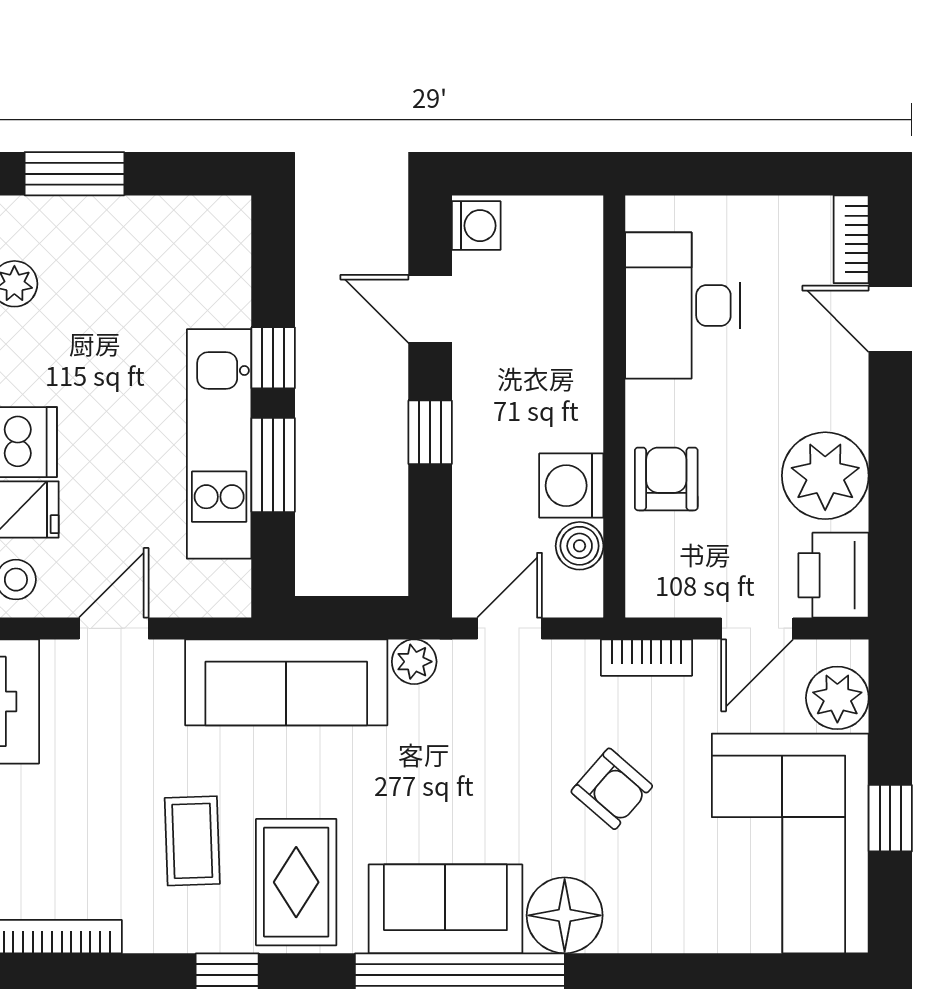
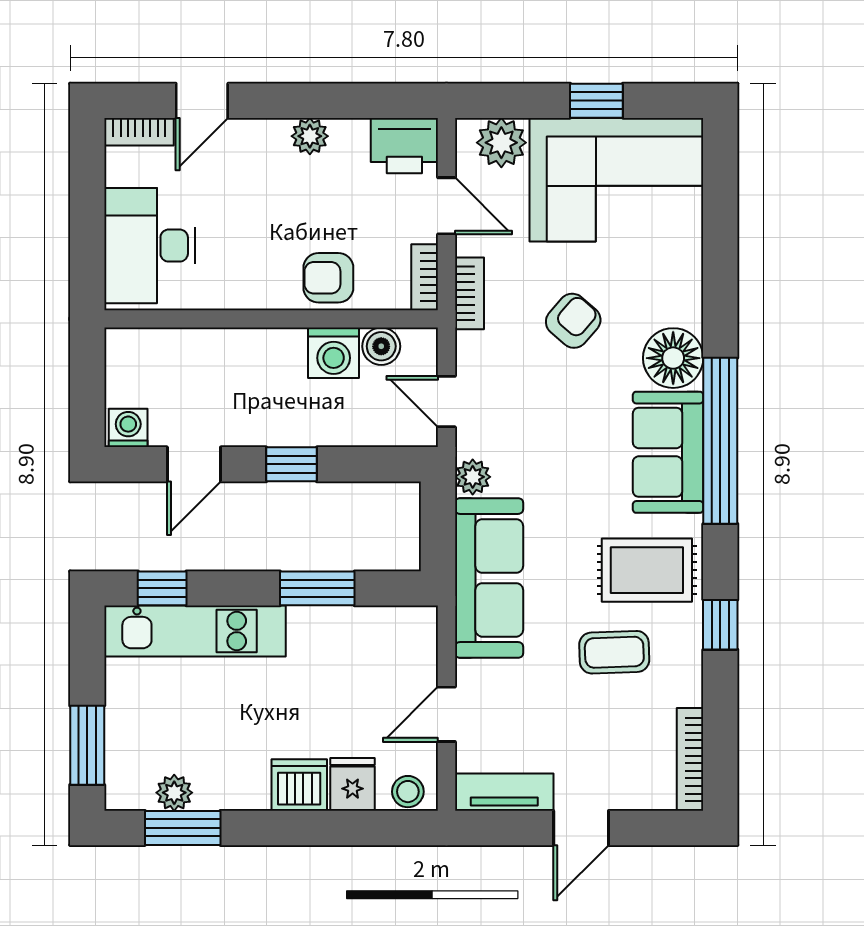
desk: (682, 305) -> (150, 246), moved, turned 90
window: (273, 358) -> (162, 588), moved
kitchen unit: (219, 444) -> (195, 631), moved
plant: (825, 476) -> (310, 136), width x0.53, depth x0.53
bookcase: (667, 601) -> (425, 277), added
door: (114, 628) -> (447, 714), hinge flipped

